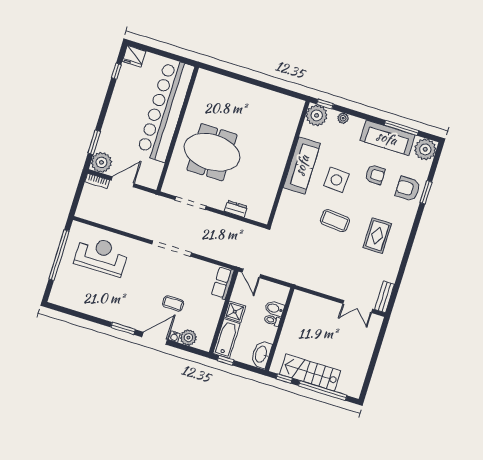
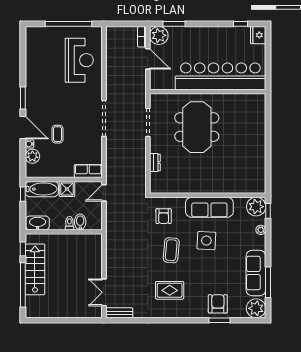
armchair: (375, 175) -> (164, 216), moved

